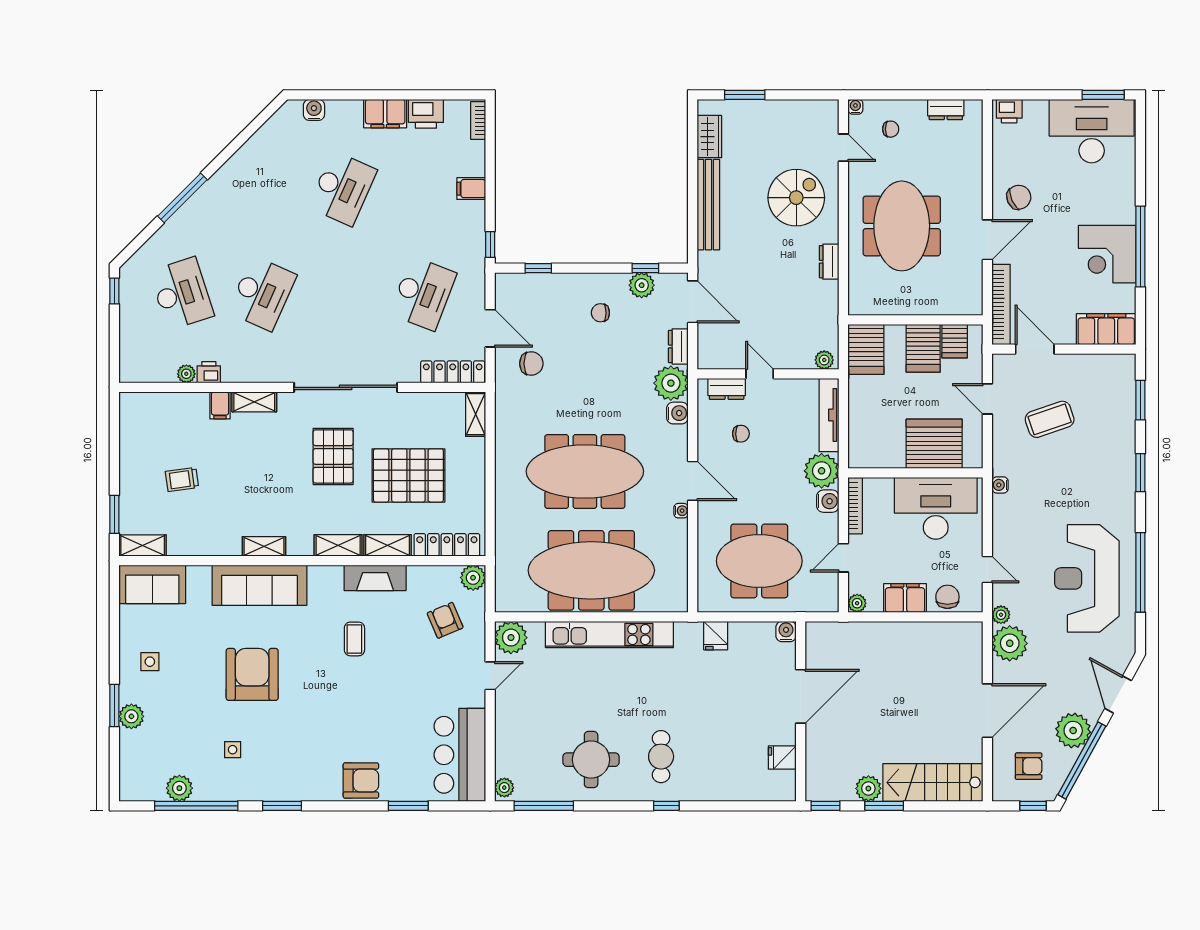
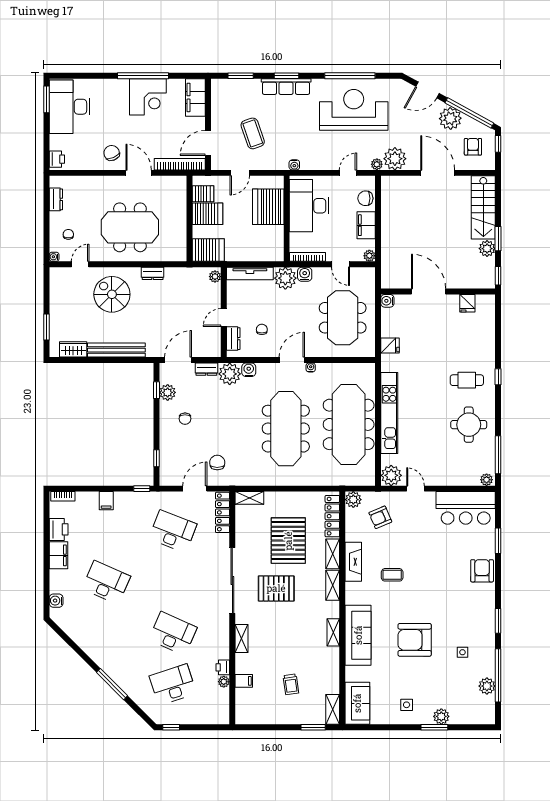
filing cabinet: (220, 405) -> (244, 681), moved
row of seats: (1123, 472) -> (286, 87), added
reception desk: (1087, 578) -> (354, 110), turned 180

